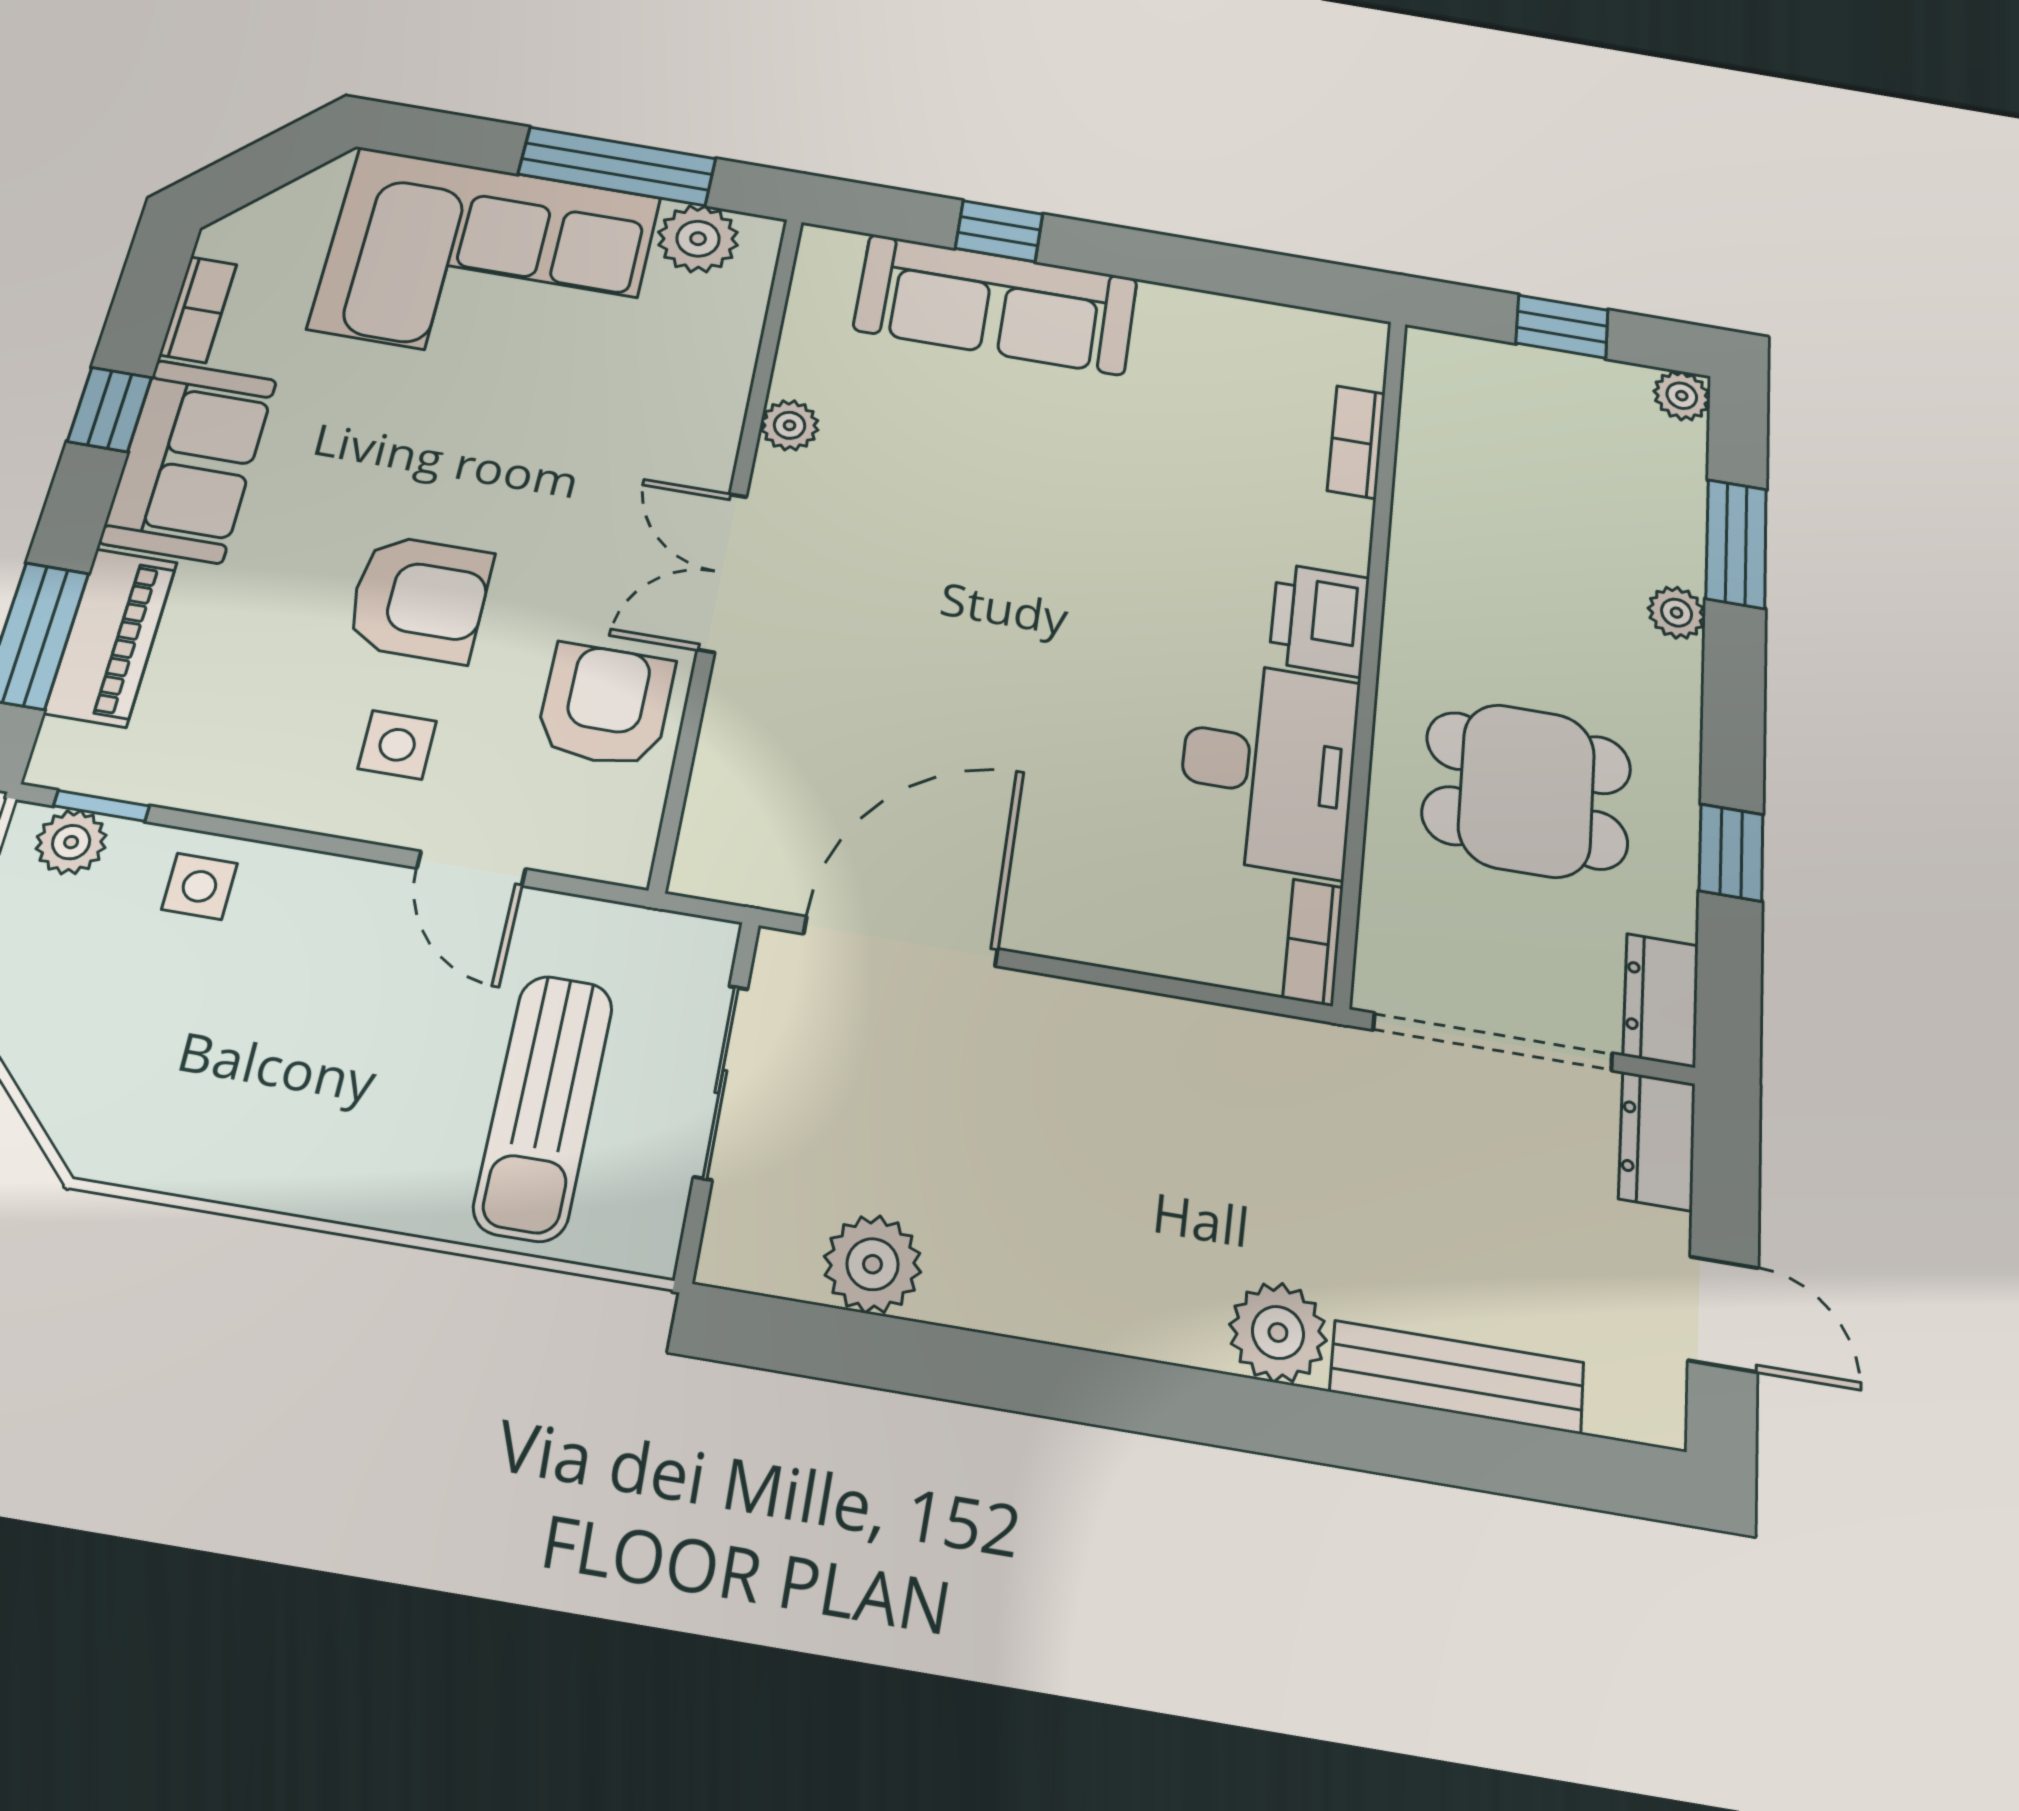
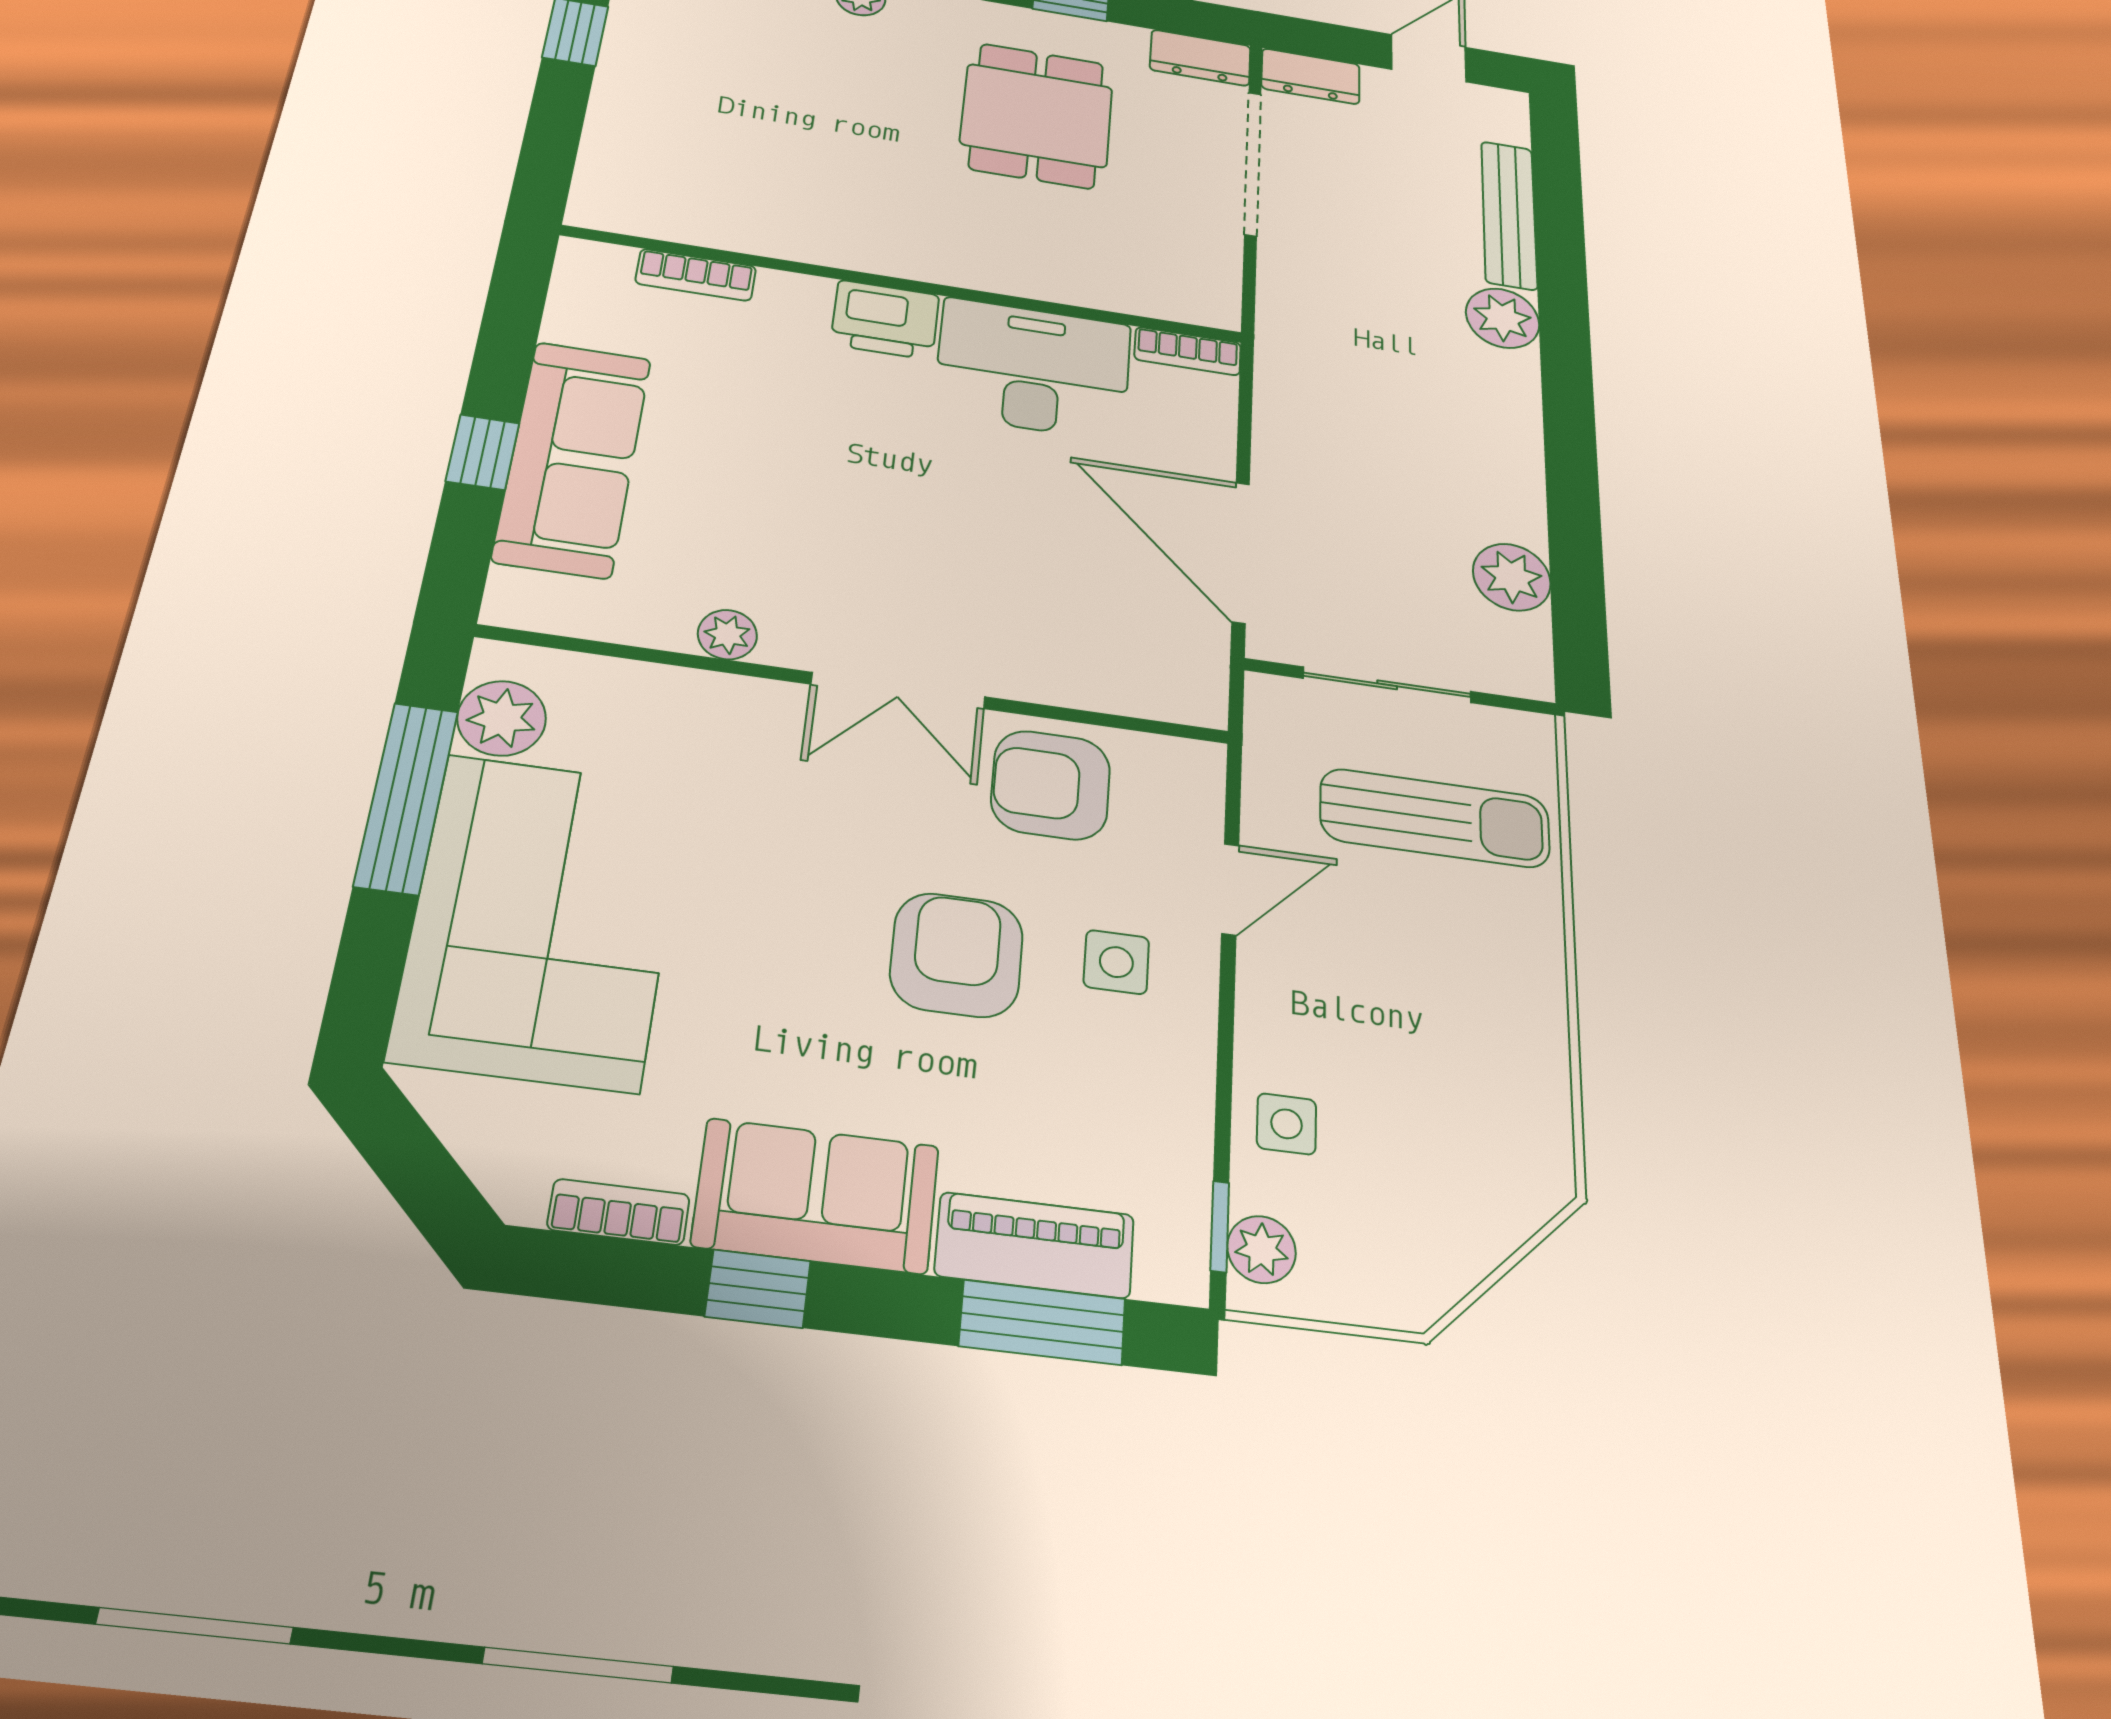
bookcase: (1356, 442) -> (696, 275), moved
printer: (1319, 620) -> (885, 320), moved
wall: (1371, 644) -> (905, 285), moved
desk: (1268, 767) -> (1033, 369), moved
bookcase: (1313, 942) -> (1188, 351), moved

